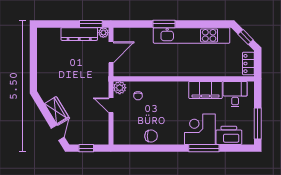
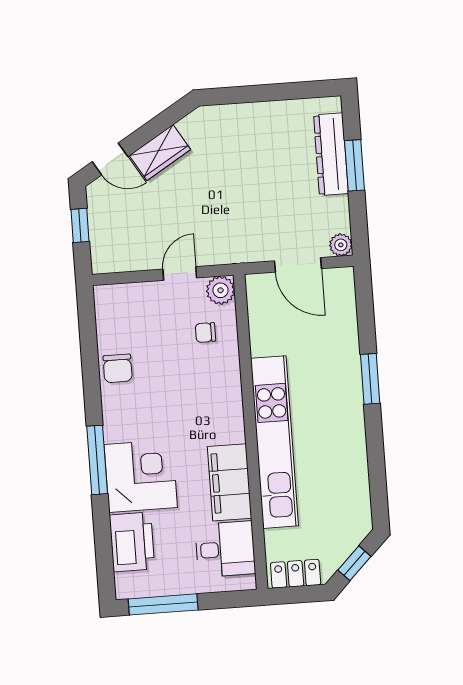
window: (91, 24) -> (354, 165), moved
dresser: (79, 34) -> (331, 154), moved
kitchen unit: (192, 35) -> (274, 442), moved, turned 180
window: (204, 148) -> (97, 460), moved

